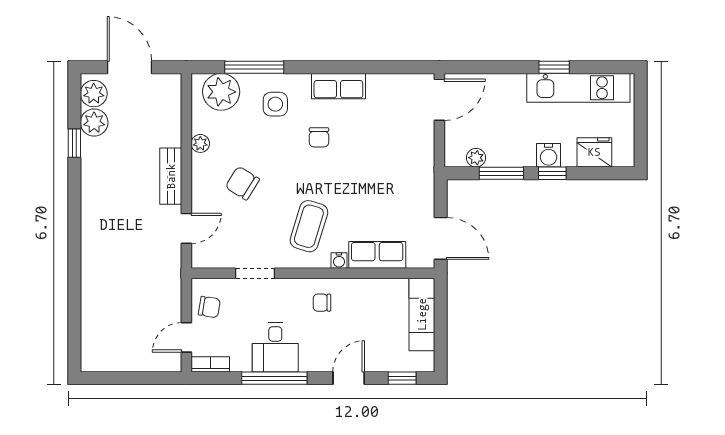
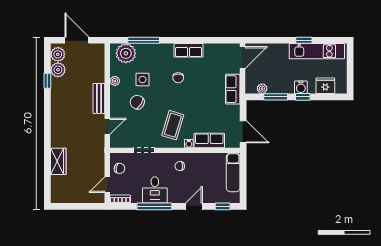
side table: (275, 104) -> (142, 80), moved
row of seats: (421, 159) -> (233, 89), added
wardrobe: (95, 294) -> (58, 161), added

